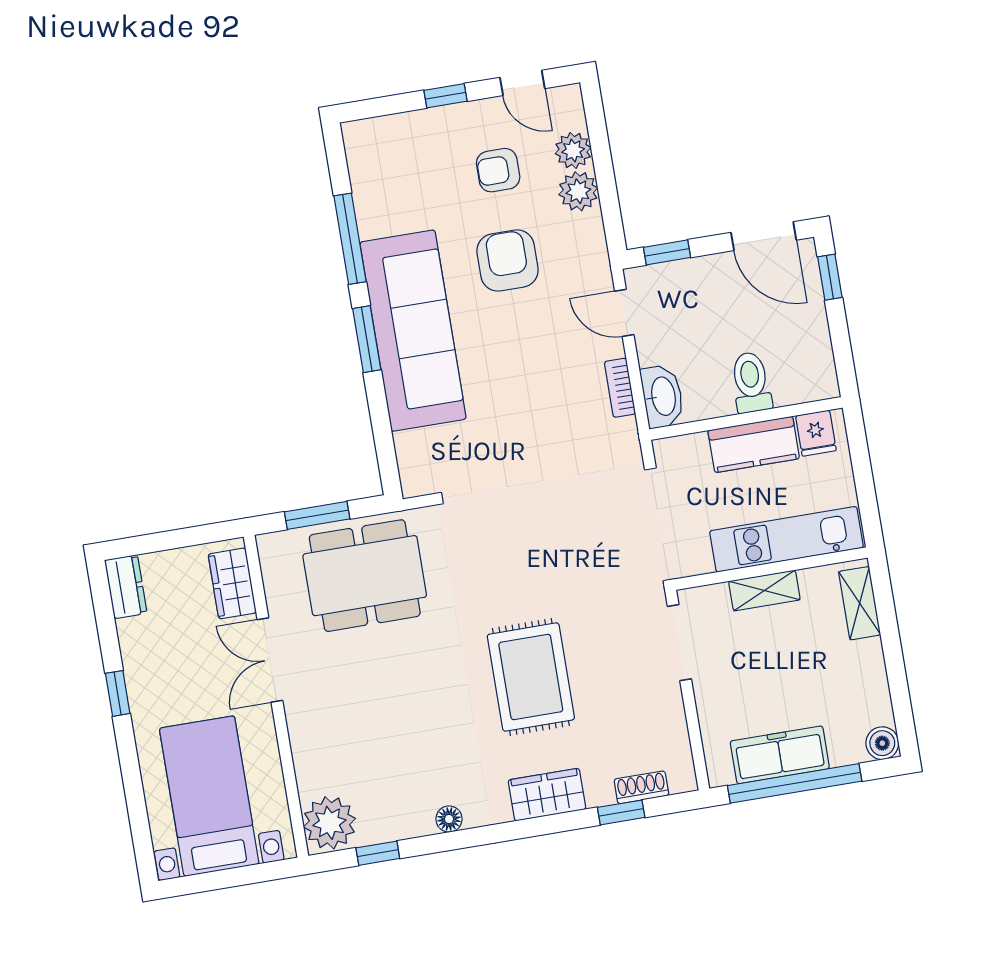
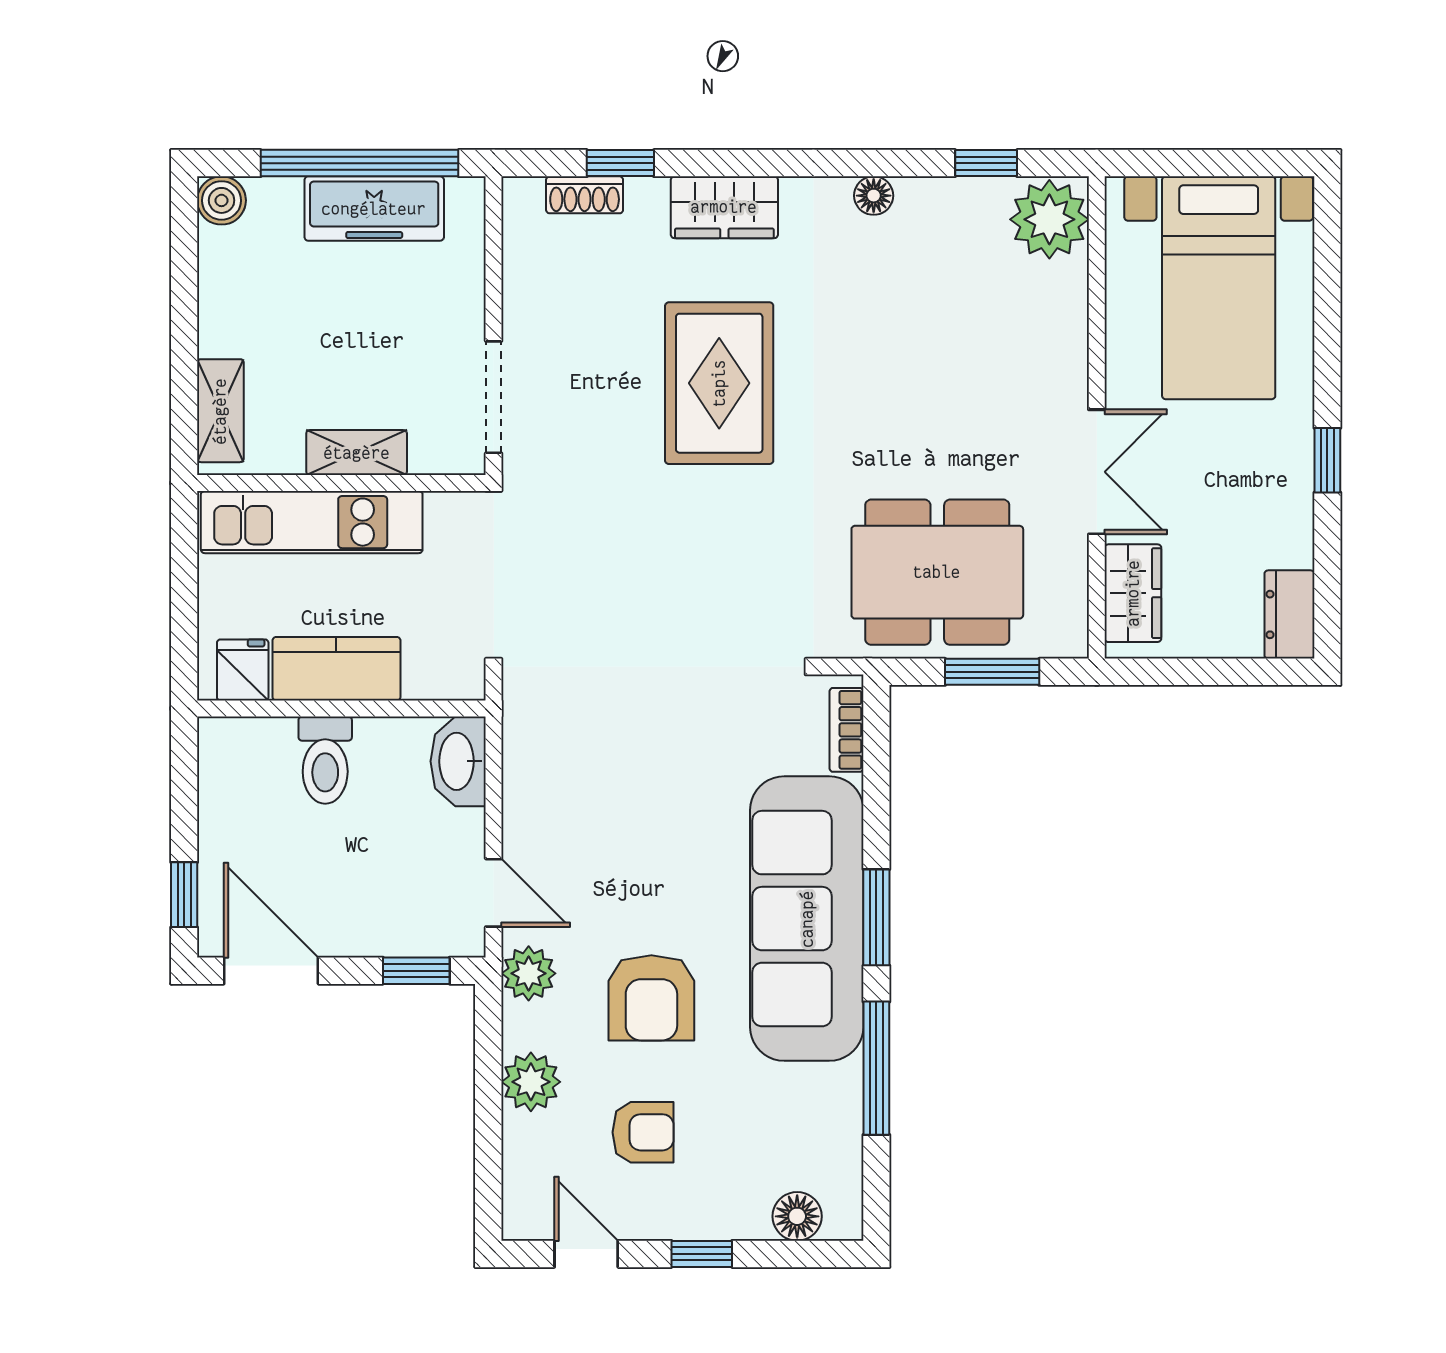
floor lamp: (386, 131) -> (797, 1216), added
plant: (573, 151) -> (529, 973), moved
bookcase: (620, 388) -> (846, 730), moved, turned 180

